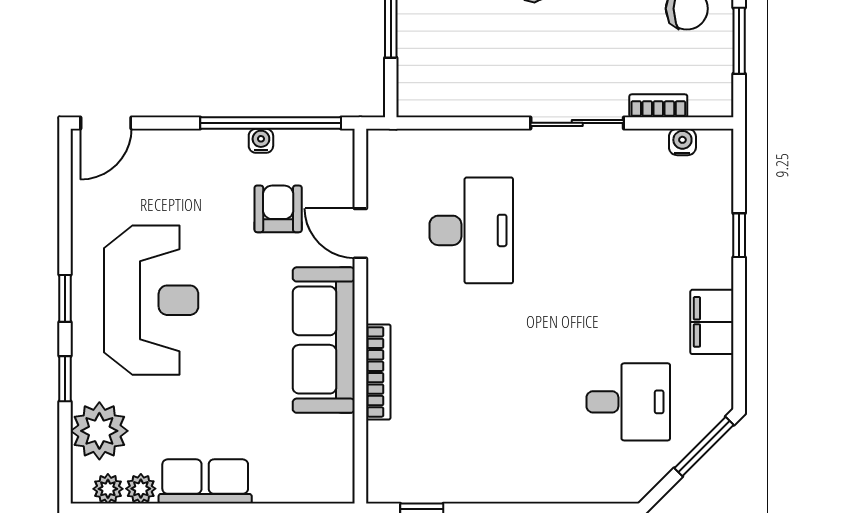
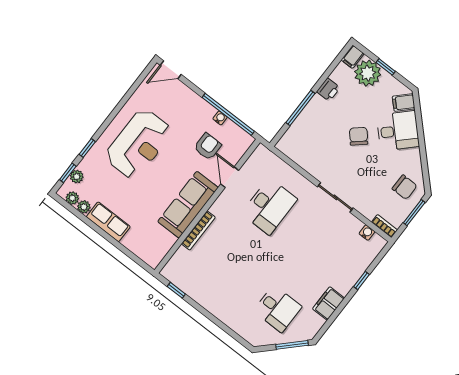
bookcase: (658, 106) -> (385, 226), moved
window: (65, 298) -> (68, 173), moved
plant: (99, 431) -> (77, 177), width x0.53, depth x0.53

